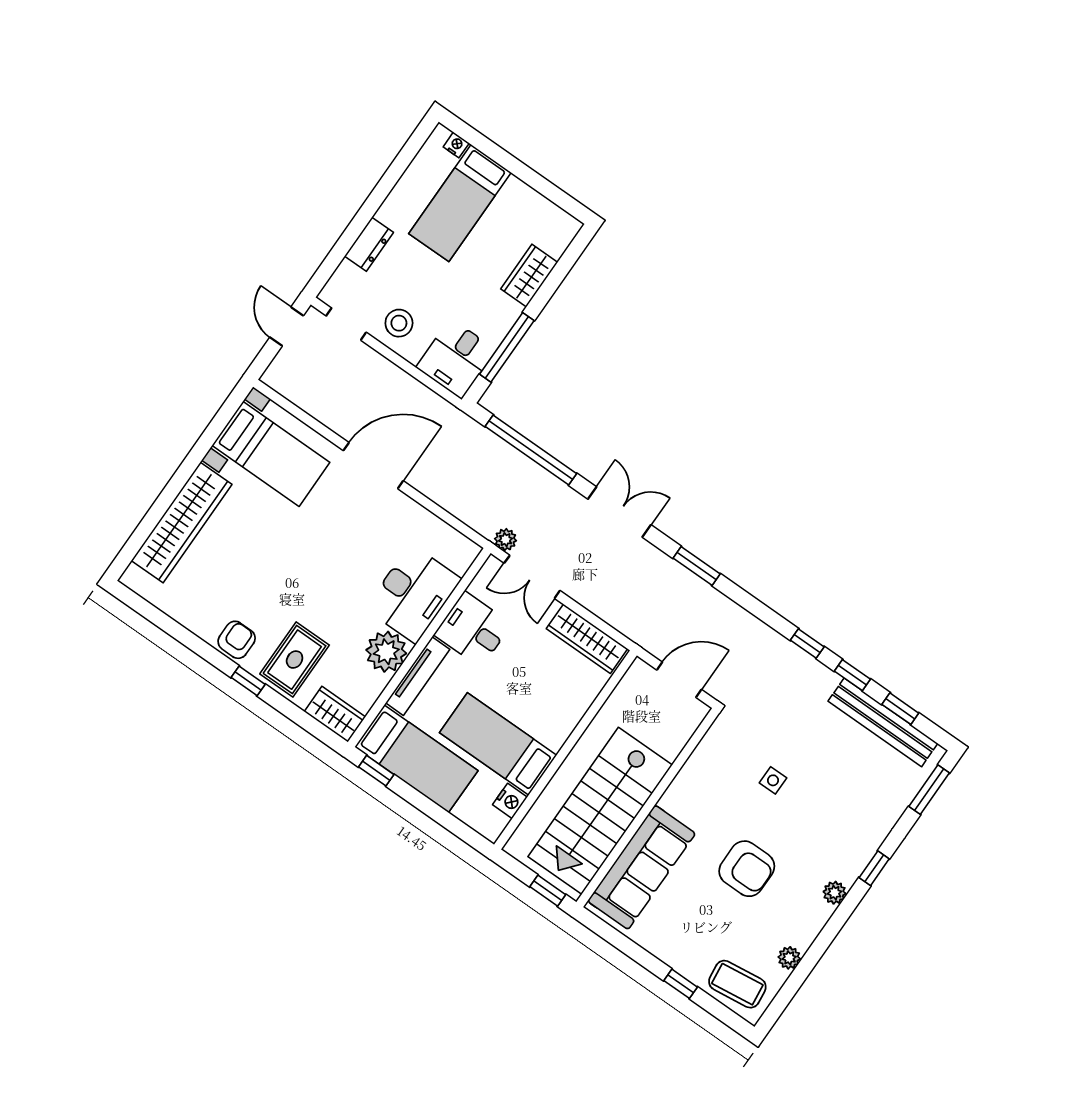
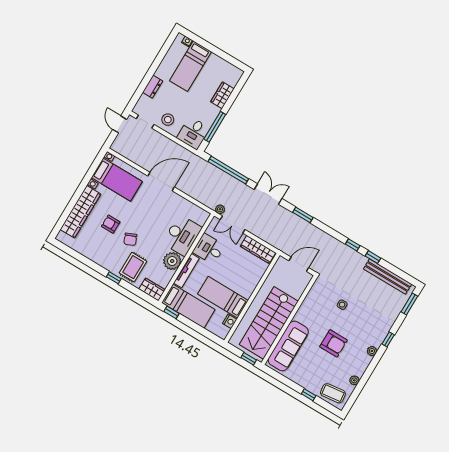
chair: (293, 595) -> (130, 239), added
armchair: (237, 640) -> (111, 224), moved, turned -90
window: (900, 709) -> (395, 270), removed

